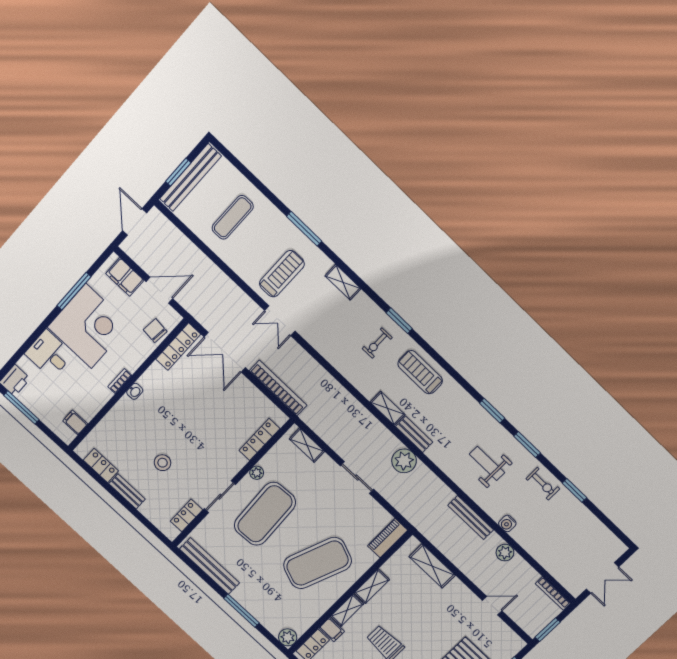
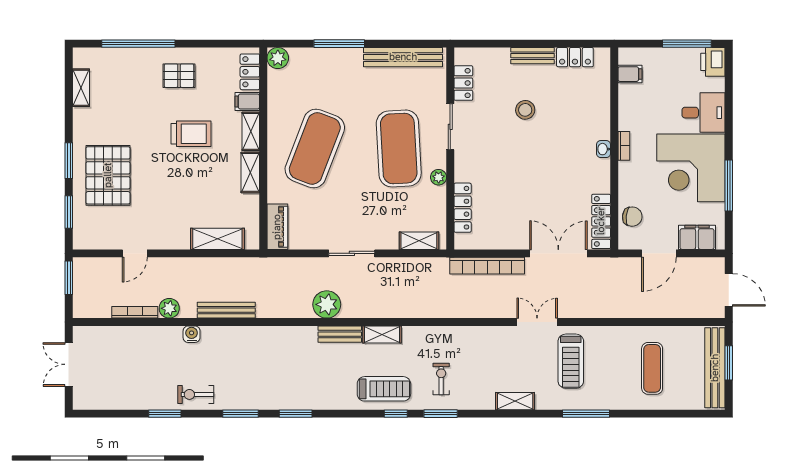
window: (428, 349) -> (396, 414), added
weight bench: (487, 463) -> (257, 367), removed
bookcase: (553, 593) -> (135, 312), moved

